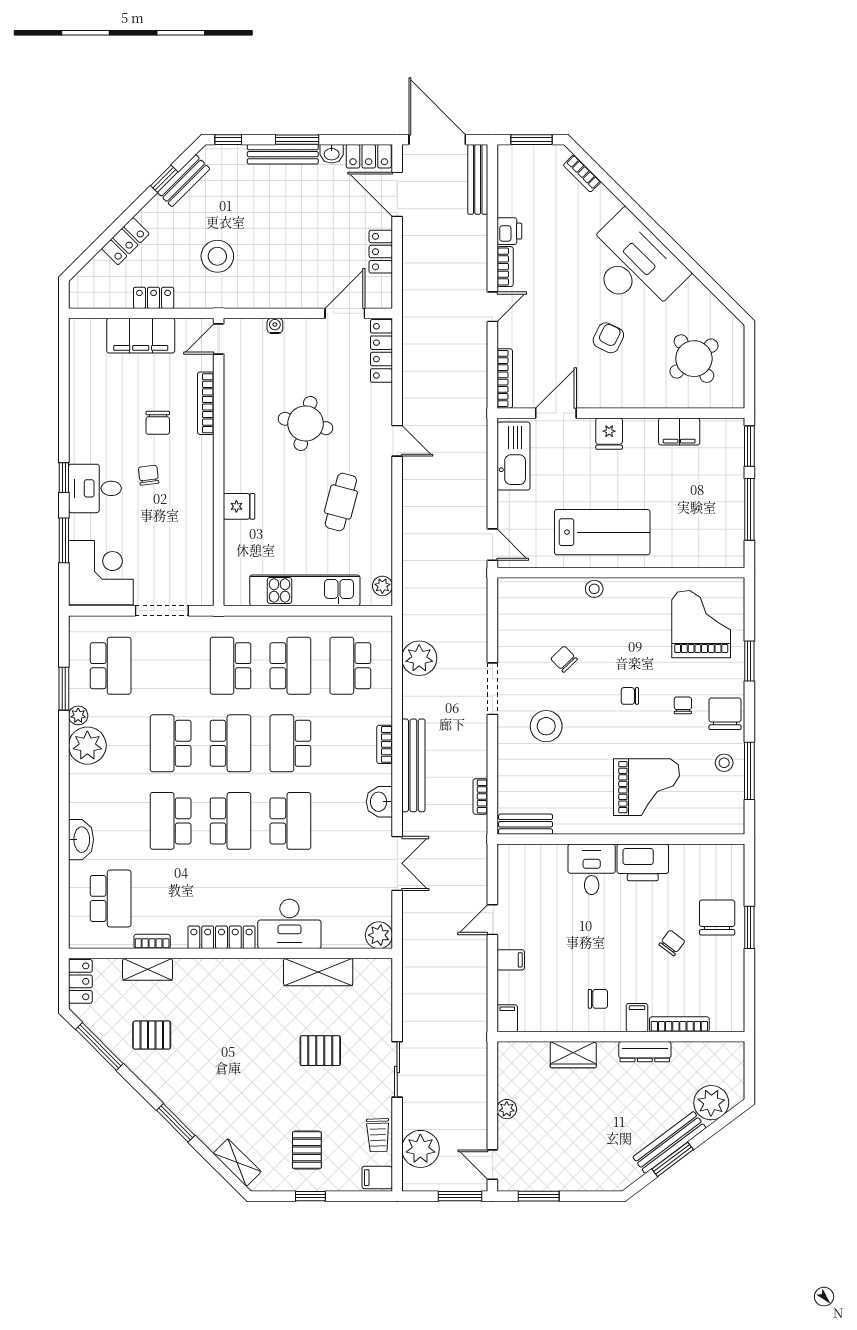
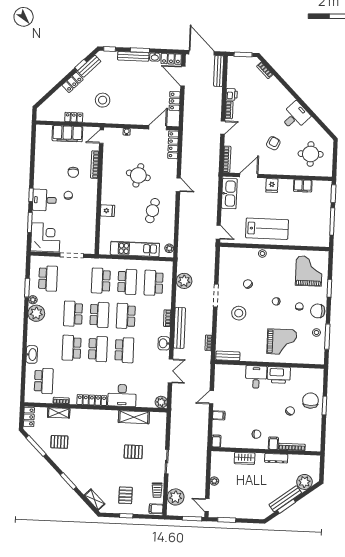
locker: (125, 241) -> (73, 82), moved
desk: (634, 264) -> (295, 116), width x0.53, depth x0.77
round table: (694, 359) -> (311, 154), turned 37
chair: (725, 714) -> (318, 311), turned -90

